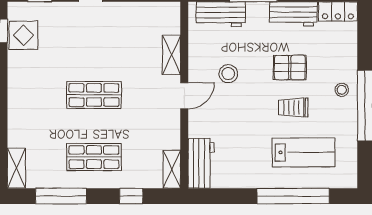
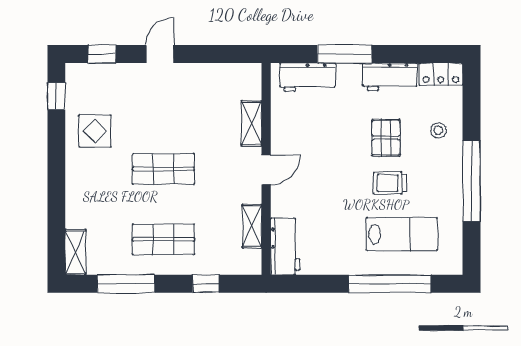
display table: (23, 35) -> (95, 131), moved
pallet: (290, 68) -> (386, 138), turned 90
stool: (228, 74) -> (316, 145), removed
stool: (342, 90) -> (439, 130), moved
shelving: (172, 169) -> (252, 226), moved

